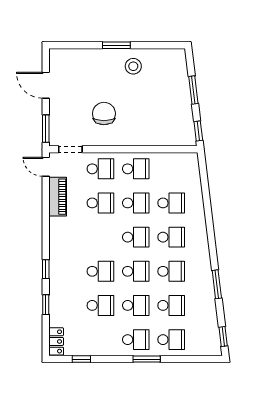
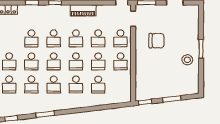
piano: (58, 197) -> (83, 10), moved
school desk: (100, 237) -> (76, 38), added

